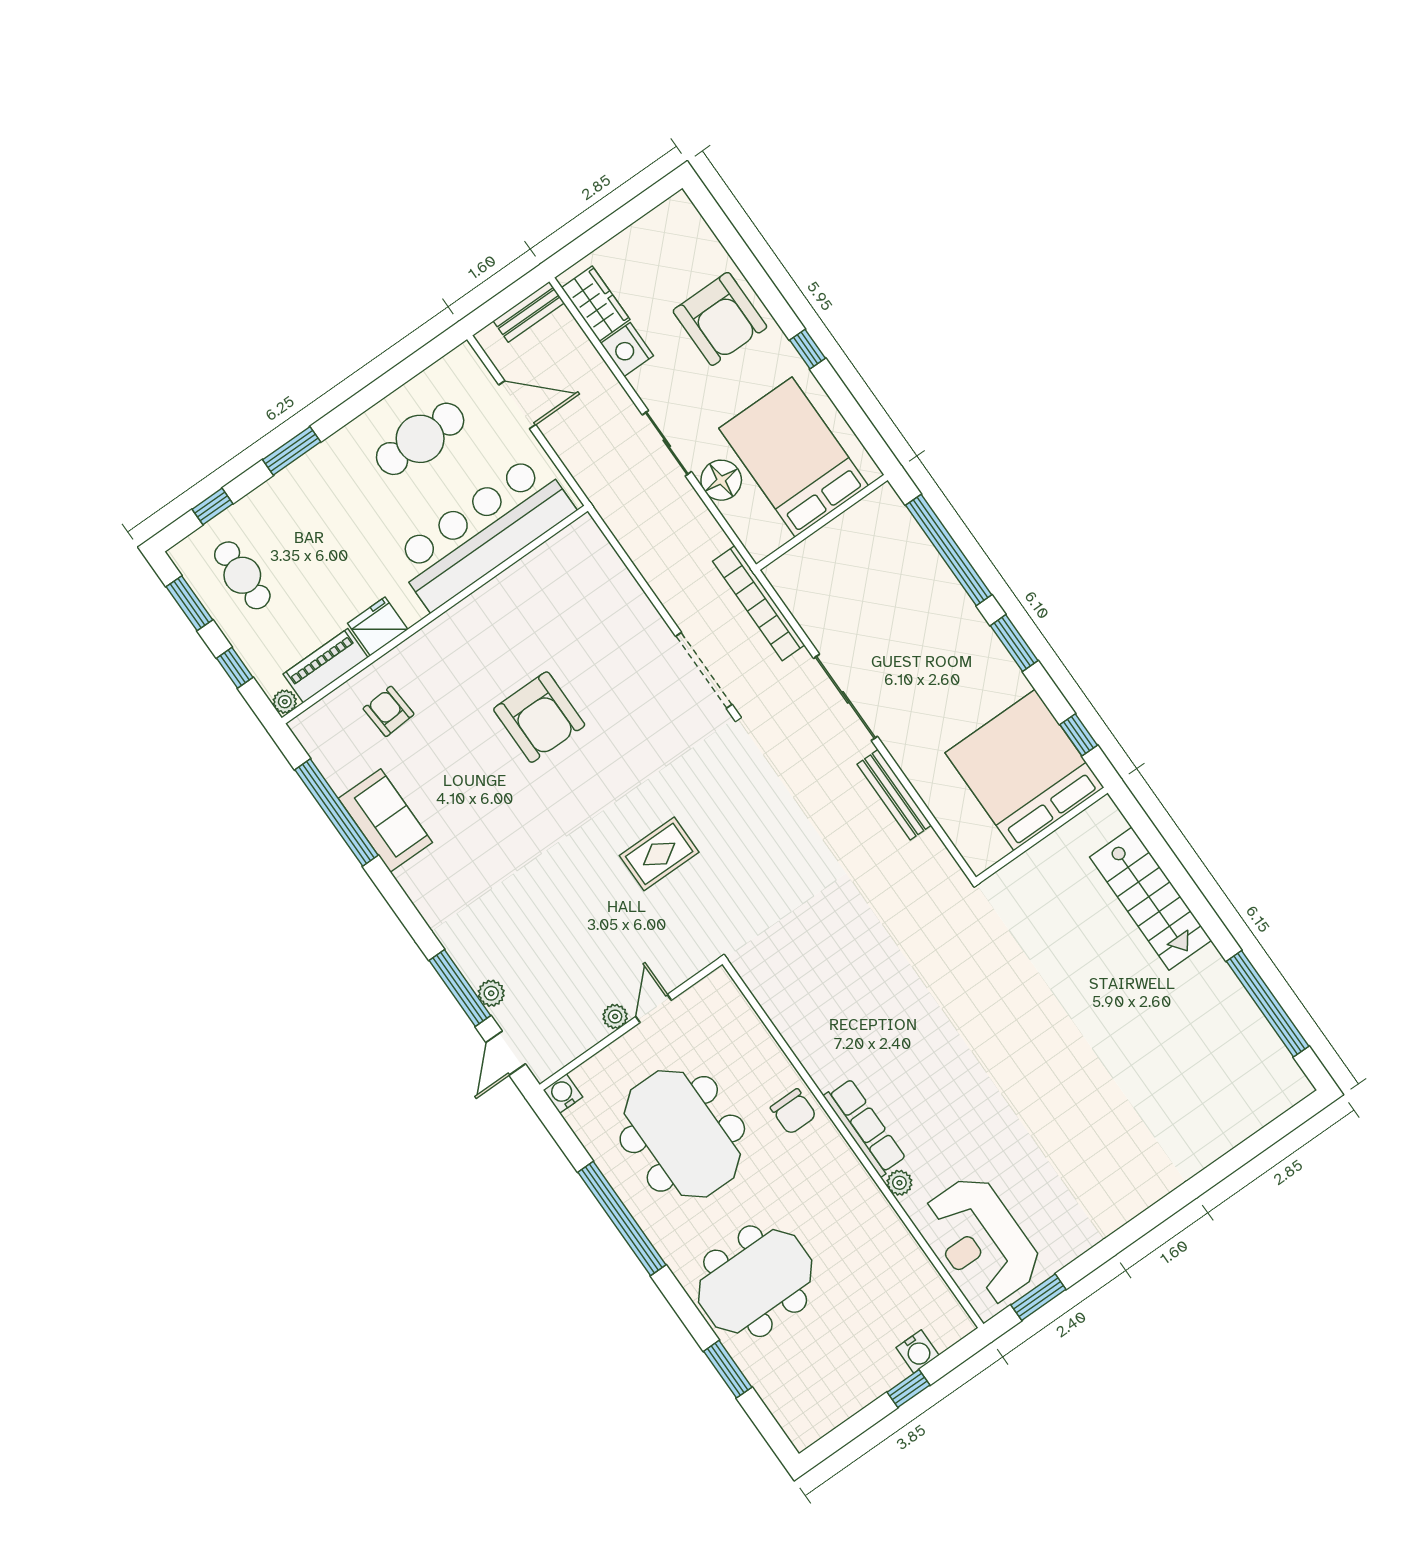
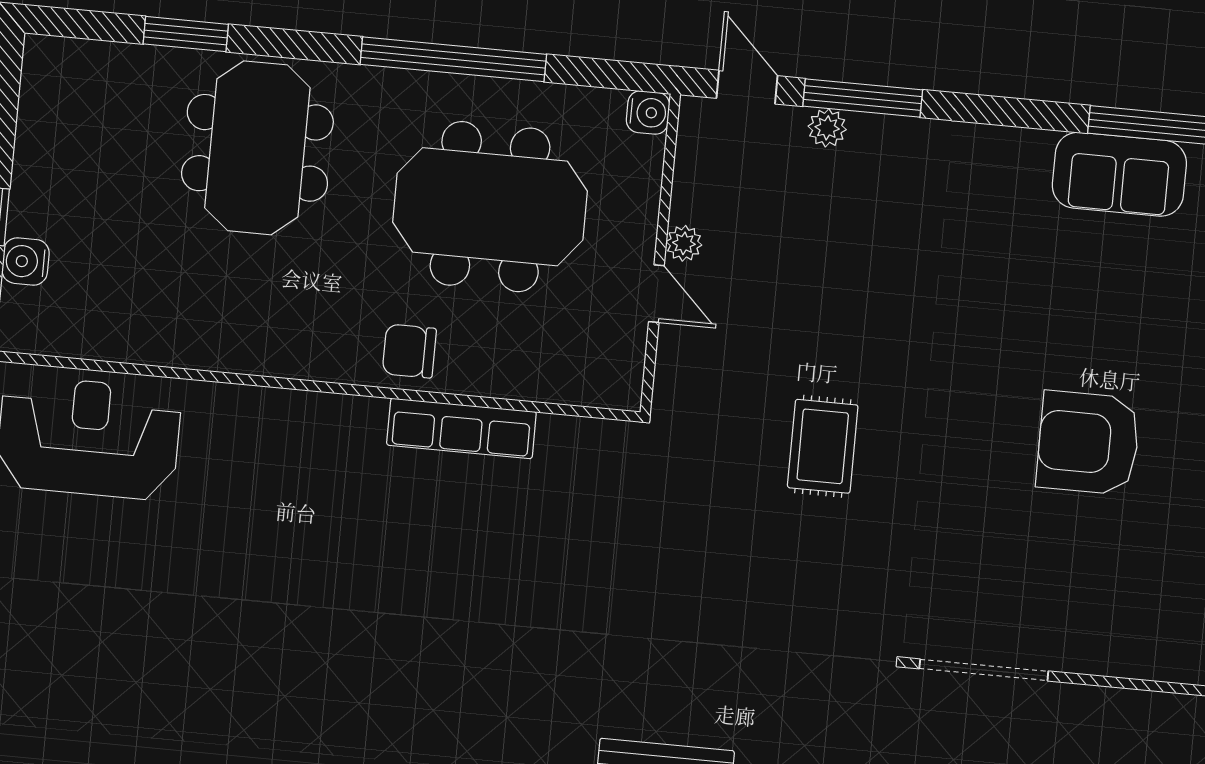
row of seats: (865, 1127) -> (461, 428), moved
plant: (899, 1183) -> (230, 401), removed

